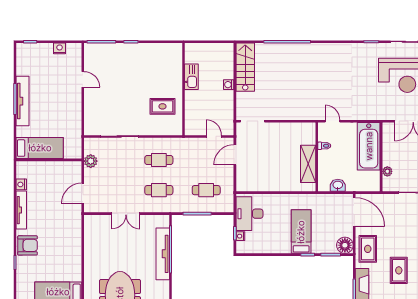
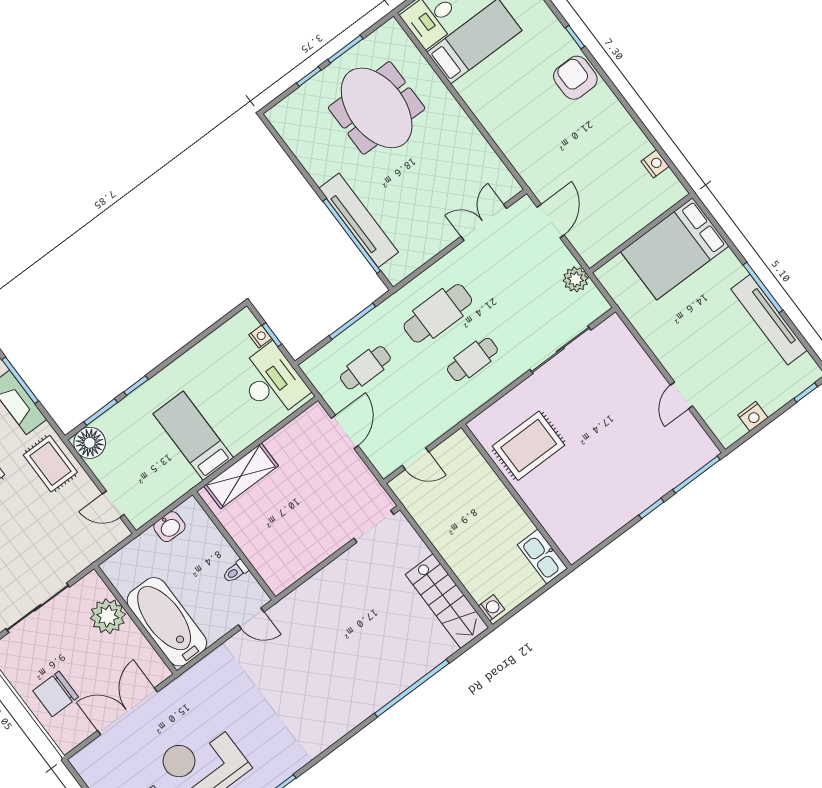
kitchen sink: (191, 77) -> (542, 556), moved
door: (83, 79) -> (682, 395), hinge flipped
washing machine: (229, 85) -> (491, 608), moved
tv unit: (22, 101) -> (769, 320), moved
rug: (162, 106) -> (529, 446), width x1.36, depth x1.43
bed: (40, 148) -> (675, 249), width x1.50
door: (235, 155) -> (345, 432), moved
shelving: (308, 164) -> (241, 476), moved, turned 90
plant: (387, 171) -> (108, 616), width x1.87, depth x1.87
cafe table: (159, 190) -> (438, 313), width x1.37, depth x1.35
tv unit: (21, 210) -> (626, 125), removed
door: (354, 212) -> (113, 504), width x0.53
double door: (126, 214) -> (484, 222), moved
bed: (301, 232) -> (193, 436), moved, turned 180
armchair: (28, 245) -> (575, 78), turned 90

